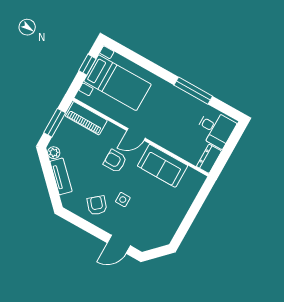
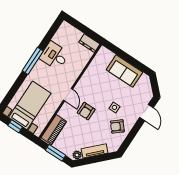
window: (193, 91) -> (33, 61), moved
desk: (216, 129) -> (54, 56), moved, turned -90
sofa: (163, 166) -> (124, 71), moved, turned 90

